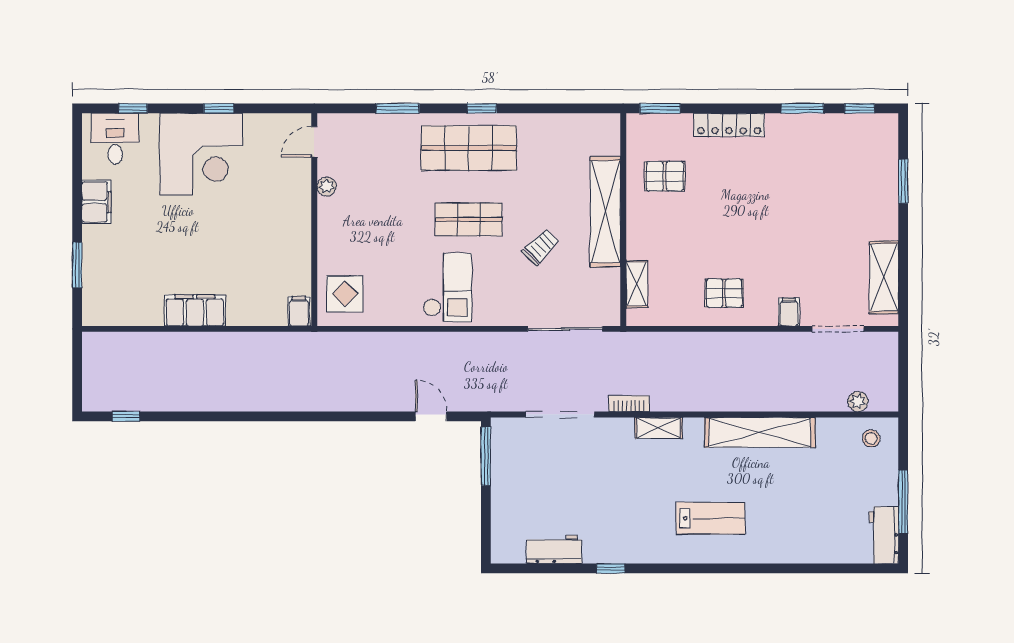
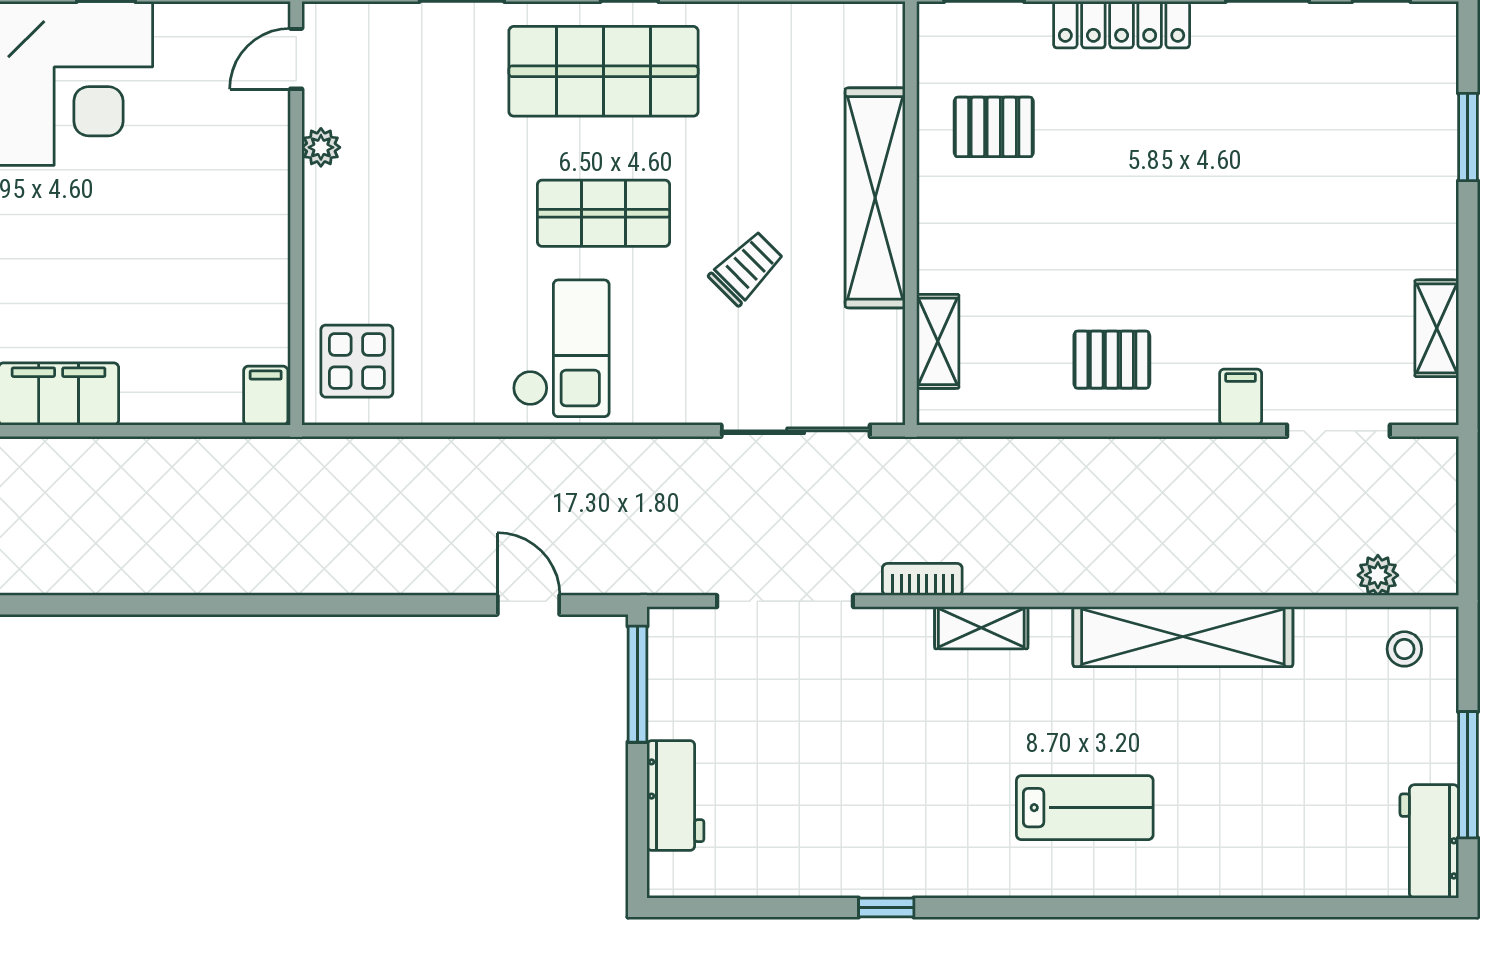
shelving: (884, 277) -> (1437, 328), width x0.67, depth x0.75
workbench: (554, 549) -> (675, 795), moved, turned 90

